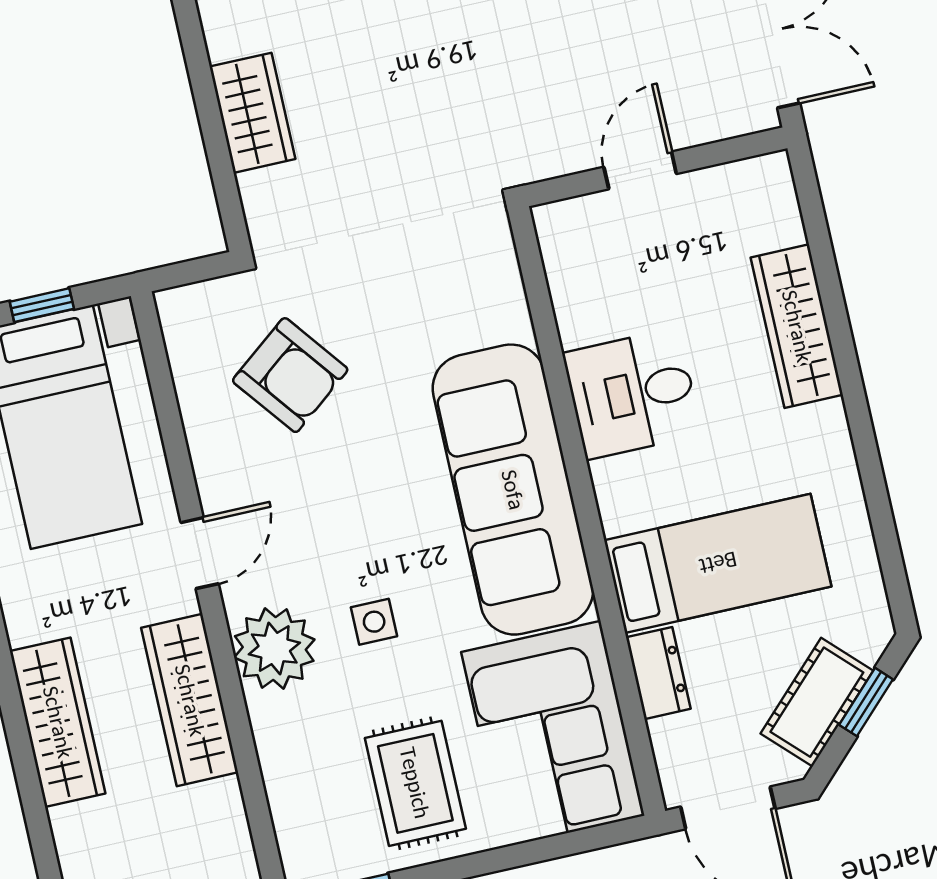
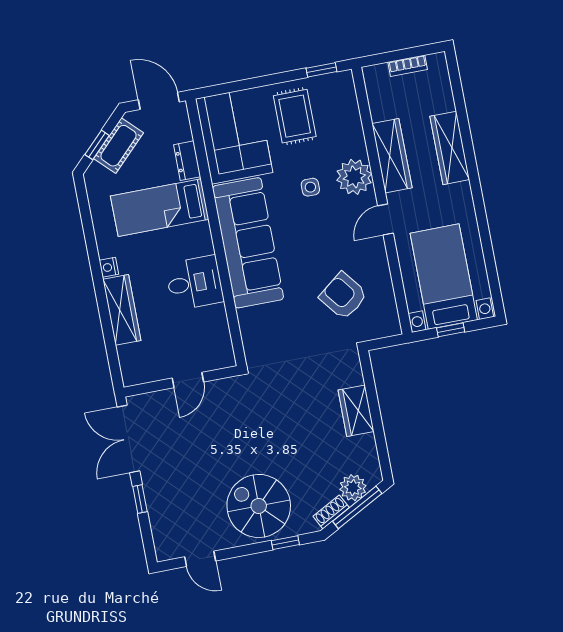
nightstand: (830, 423) -> (109, 267), added

